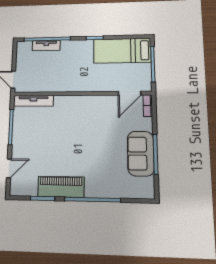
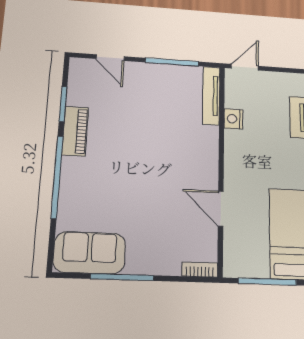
nightstand: (49, 86) -> (233, 119), added
door: (130, 93) -> (221, 209), moved
sofa: (141, 154) -> (89, 253), moved
piano: (61, 187) -> (75, 131), width x0.73, depth x0.75

